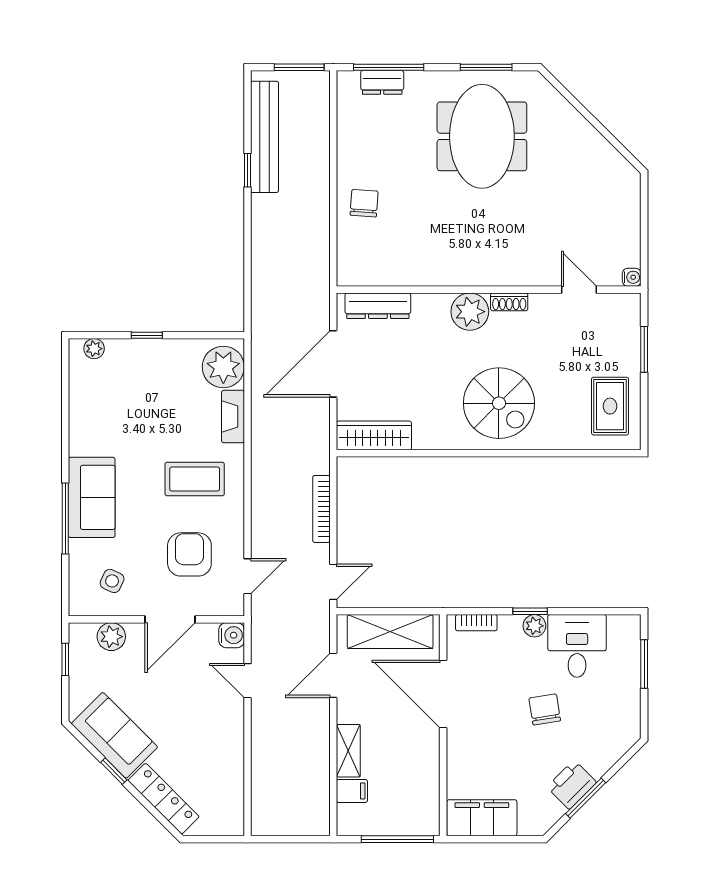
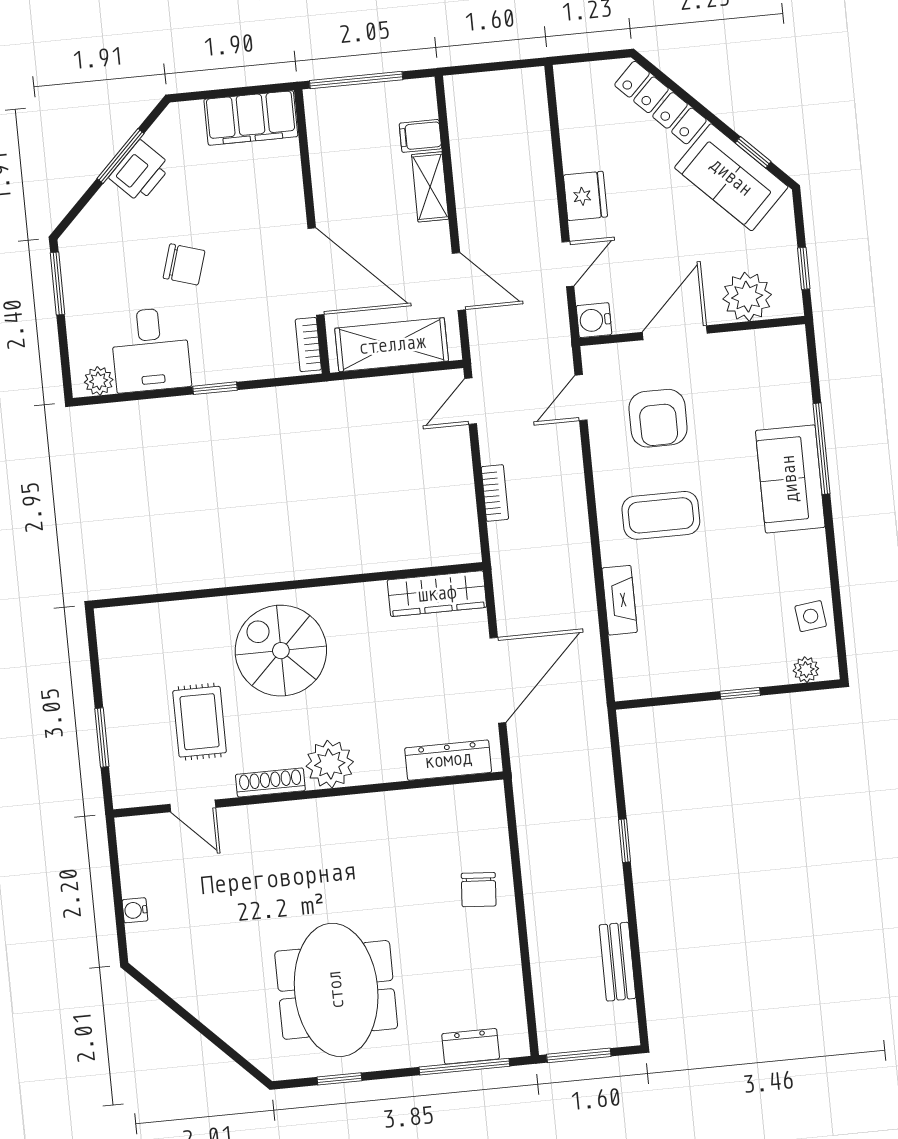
window: (486, 67) -> (339, 1079), width x0.67
bench: (265, 137) -> (617, 962), width x0.54, depth x0.82
window: (247, 170) -> (624, 841), moved
water cooler: (632, 277) -> (135, 910), moved
shoe rack: (509, 302) -> (270, 782), width x1.43
plant: (223, 367) -> (638, 662), removed
rug: (610, 406) -> (200, 722), moved
bookcase: (321, 509) -> (495, 493), width x0.64
side table: (112, 581) -> (811, 616), moved, turned -32
bookcase: (476, 623) -> (308, 345), moved, turned -90
plant: (534, 626) -> (99, 381), moved
plant: (111, 637) -> (747, 297), width x1.36, depth x1.36
window: (644, 664) -> (57, 284), moved
door: (333, 675) -> (459, 281), hinge flipped
door: (247, 681) -> (568, 264), hinge flipped
chair: (545, 709) -> (184, 264), turned -64
fridge: (229, 732) -> (585, 196), added
window: (114, 771) -> (753, 152), moved

